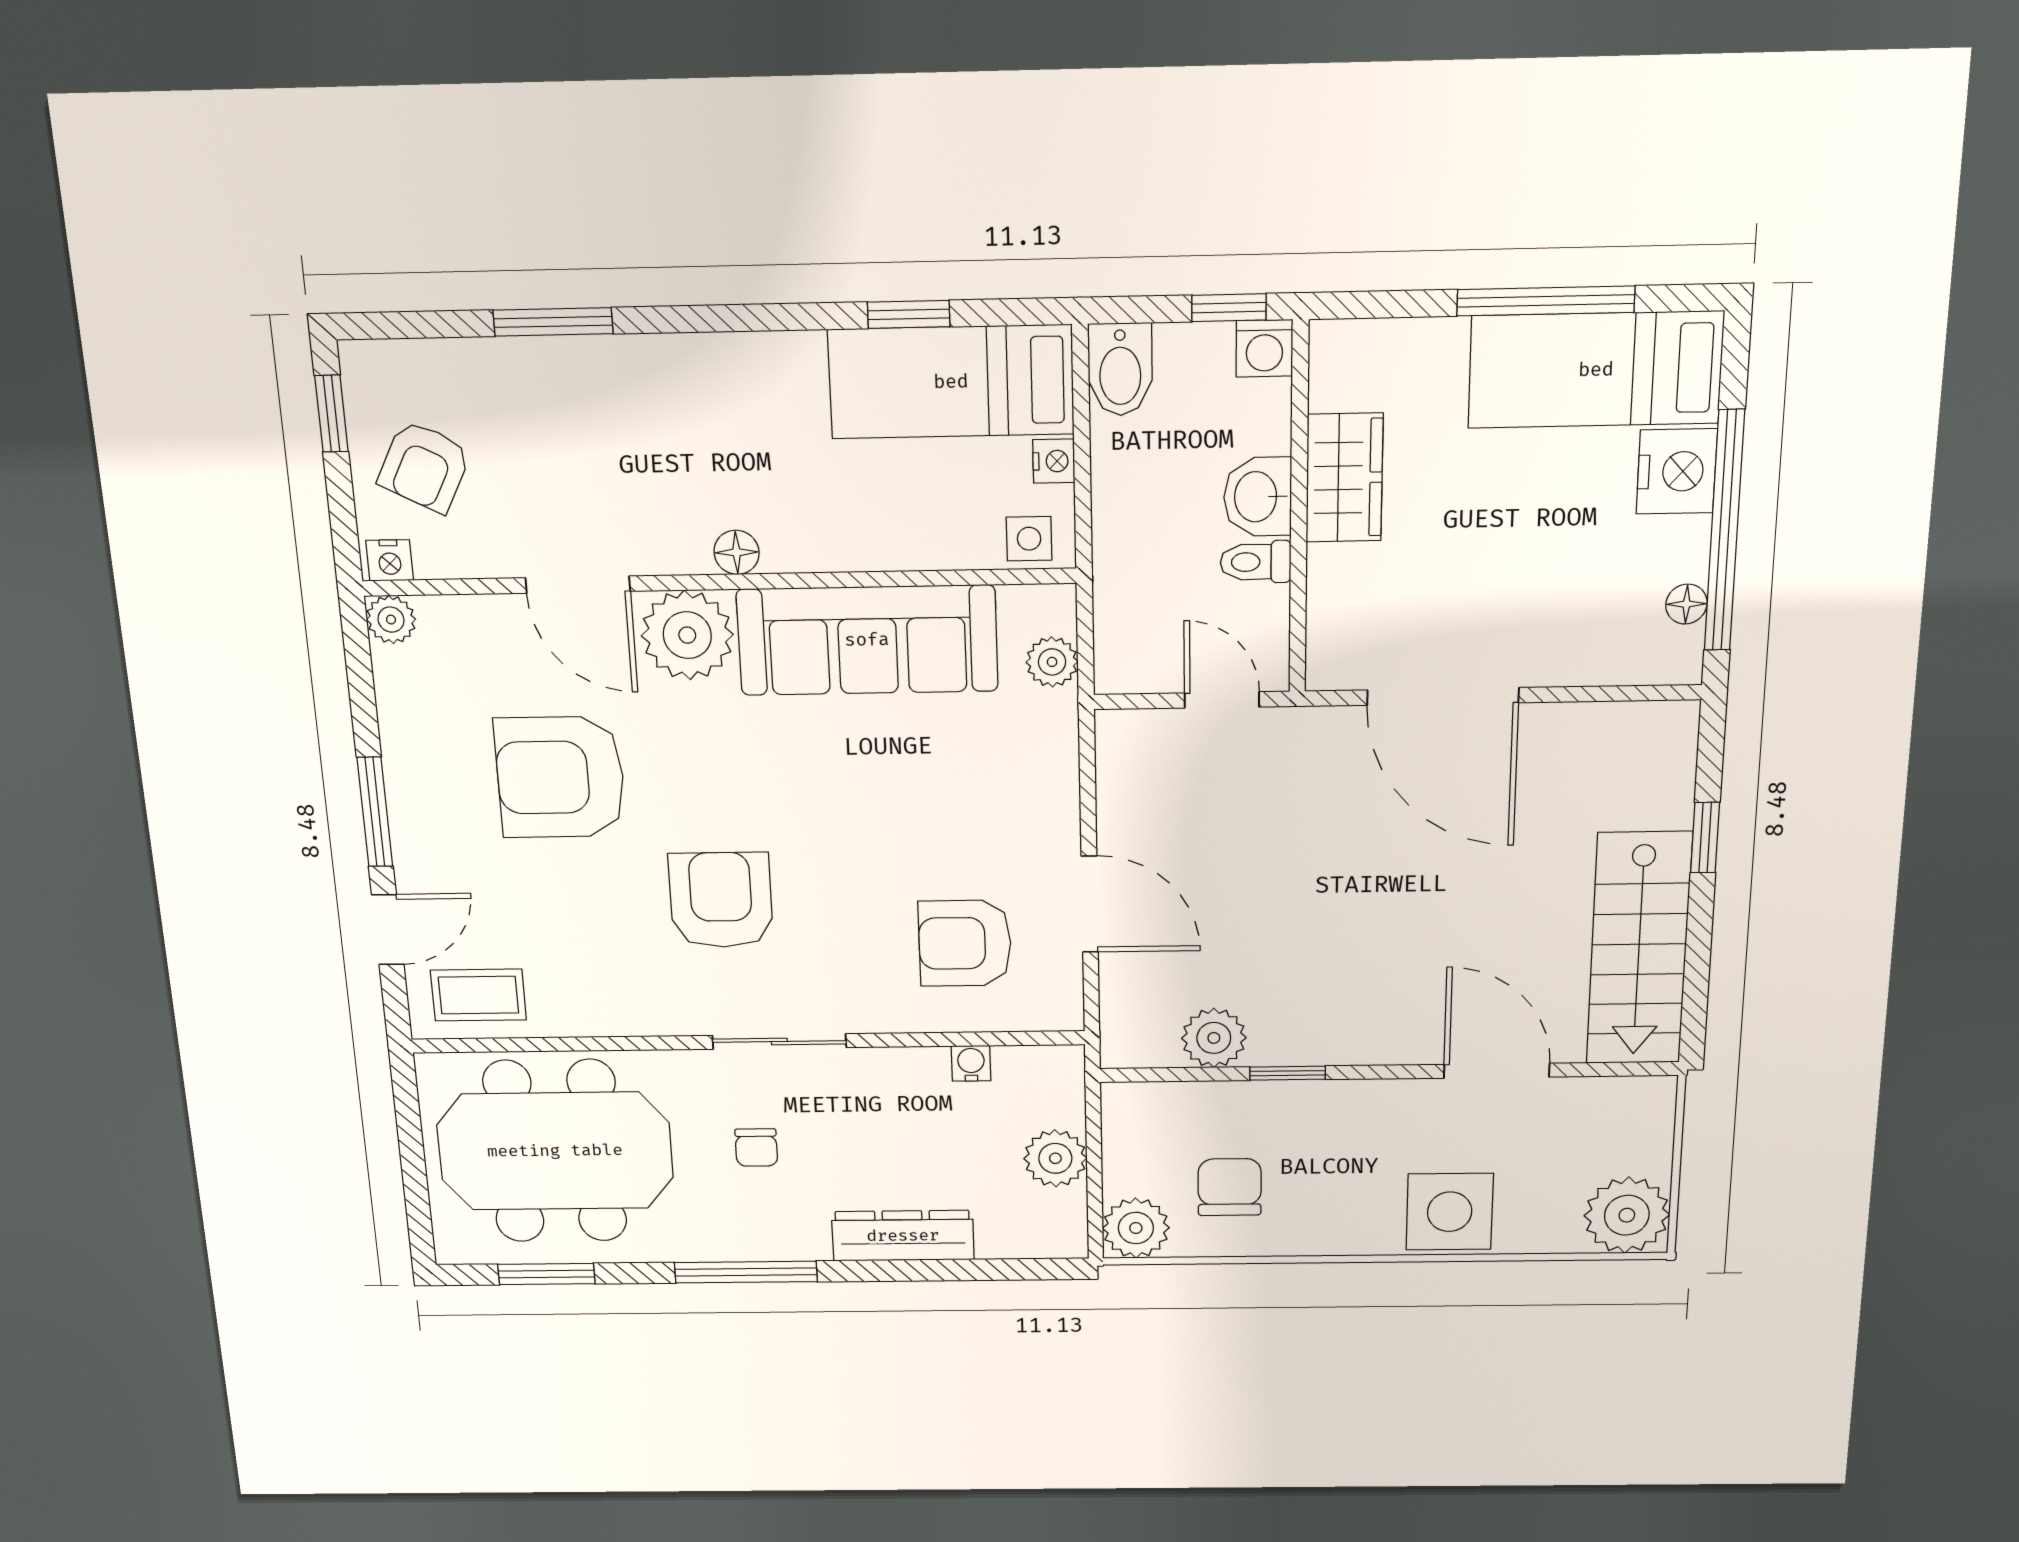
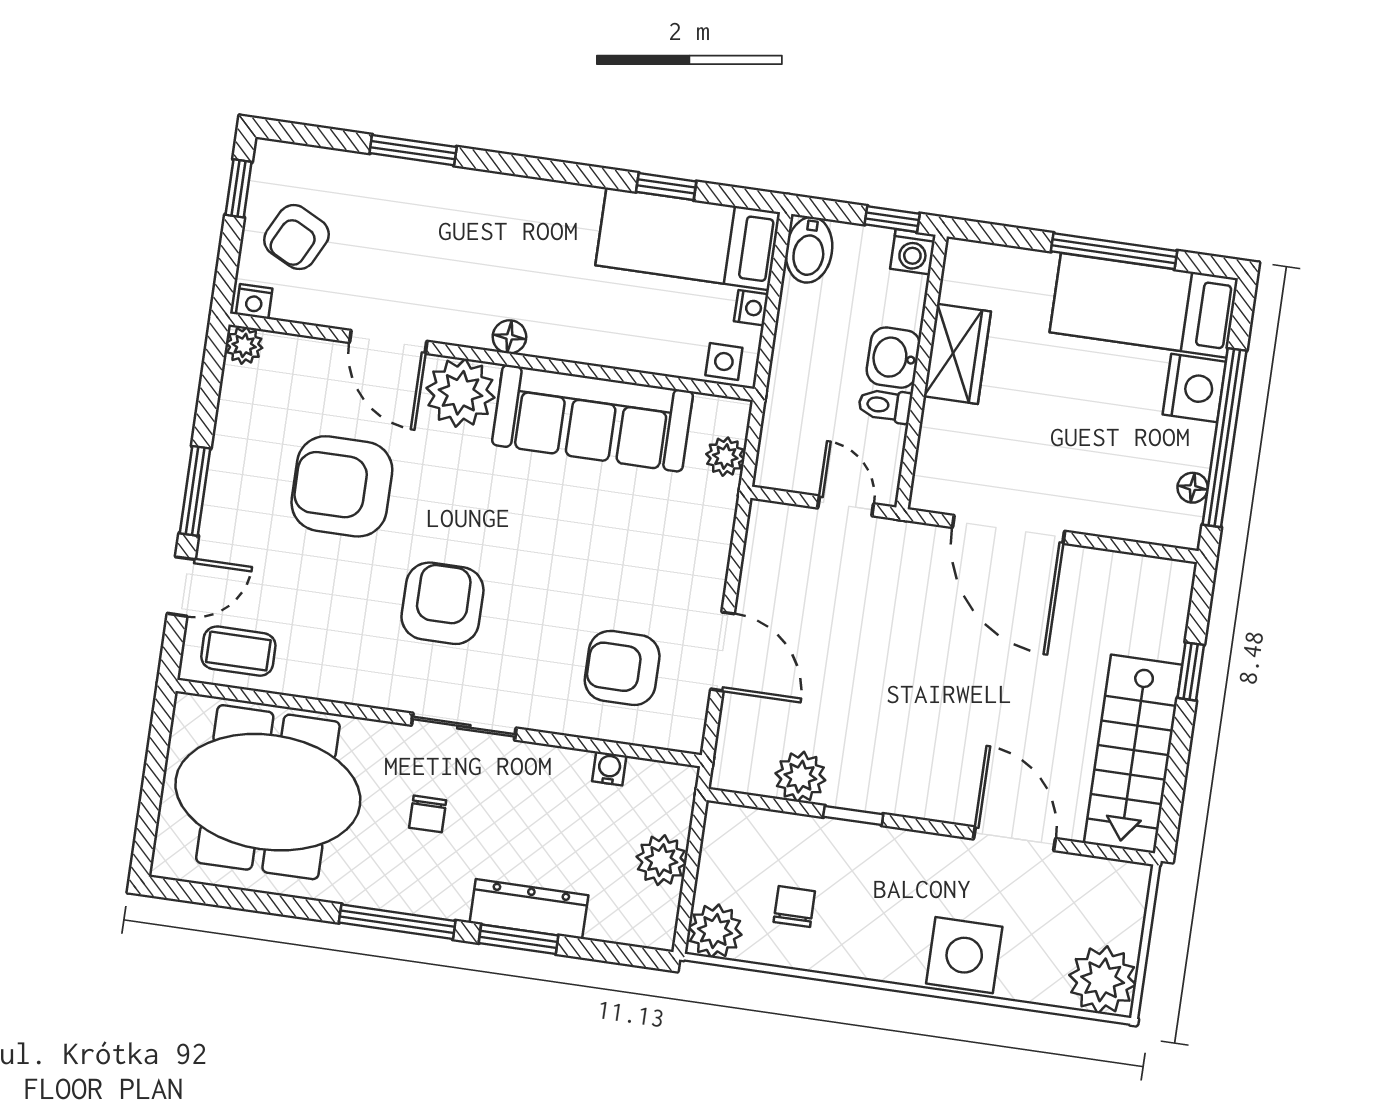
chair: (1230, 1187) -> (794, 907), width x0.73, depth x0.73
window: (546, 1274) -> (518, 939), moved

